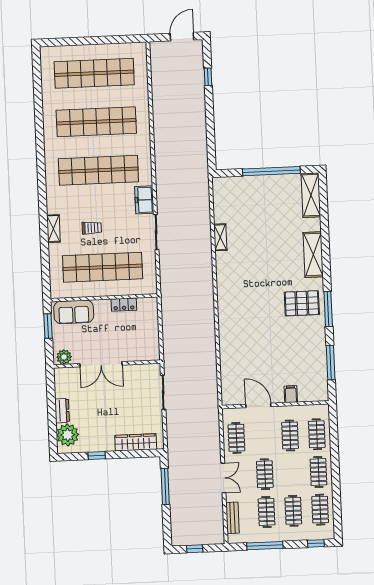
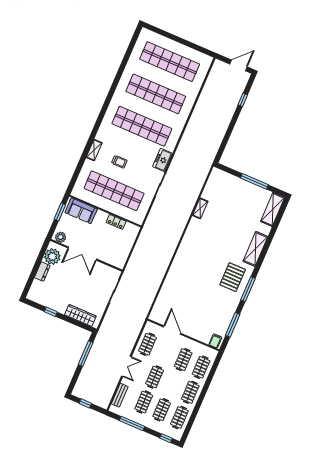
window: (271, 171) -> (254, 181), width x0.68
pallet: (302, 303) -> (233, 277), turned 90
filing cabinet: (291, 394) -> (215, 341), moved
plant: (68, 435) -> (52, 257), moved

